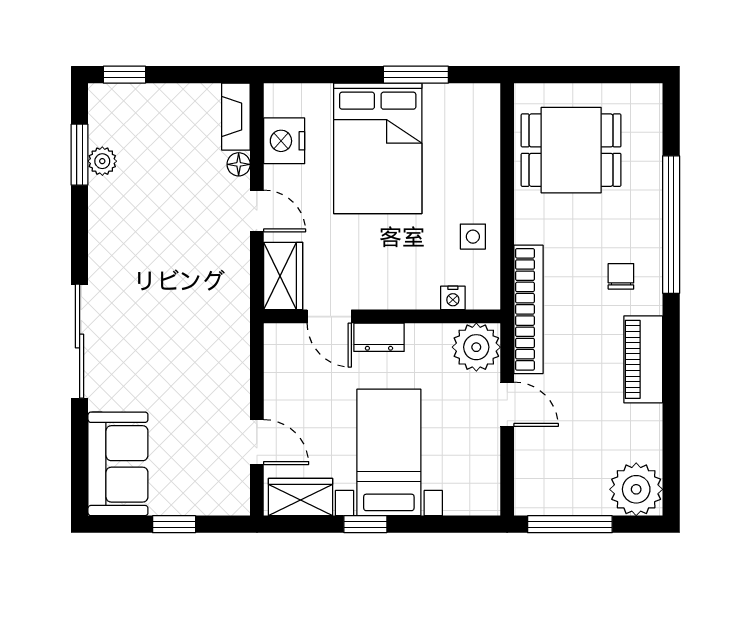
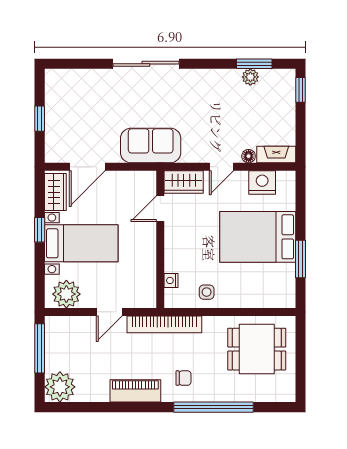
dining table: (571, 150) -> (257, 349), turned 90
dresser: (379, 337) -> (148, 238), removed
plant: (476, 347) -> (66, 294), moved
door: (257, 442) -> (87, 167), width x1.38
sofa: (118, 464) -> (151, 145), moved, turned 180

